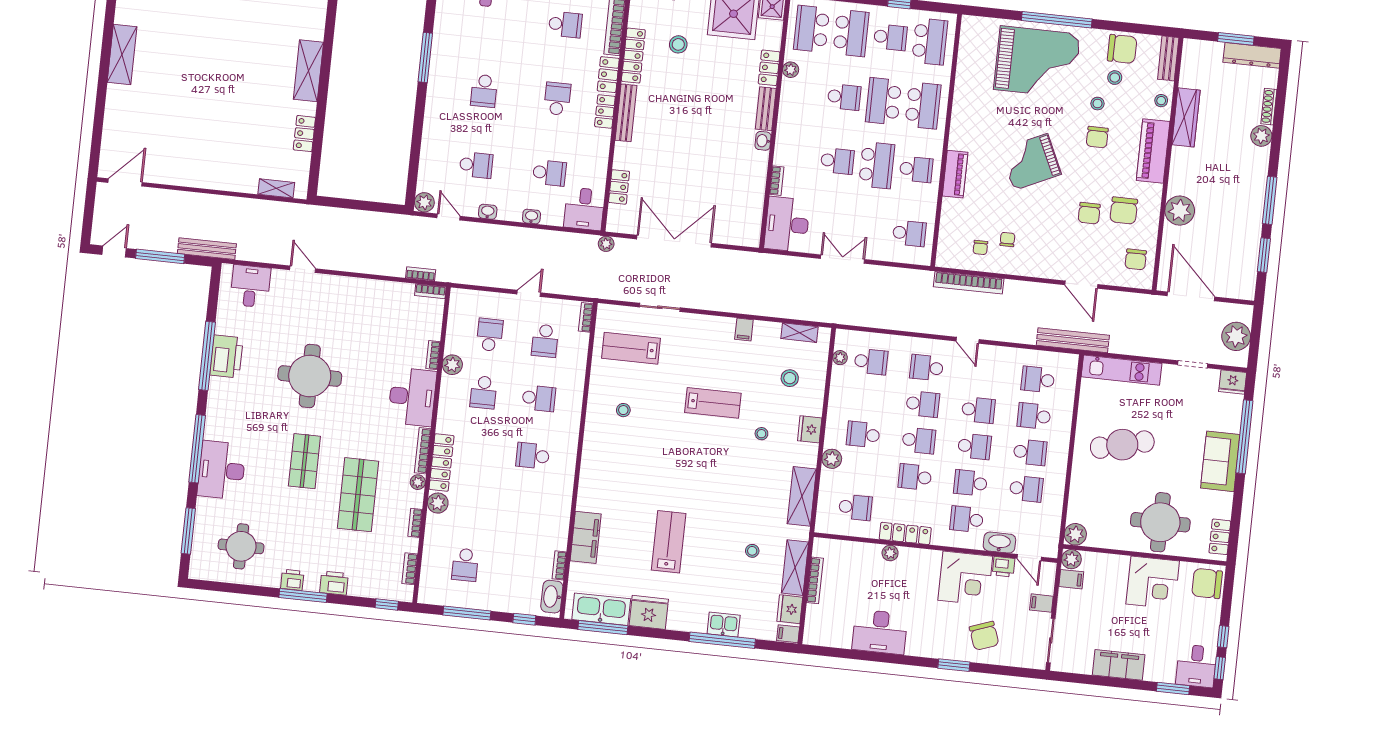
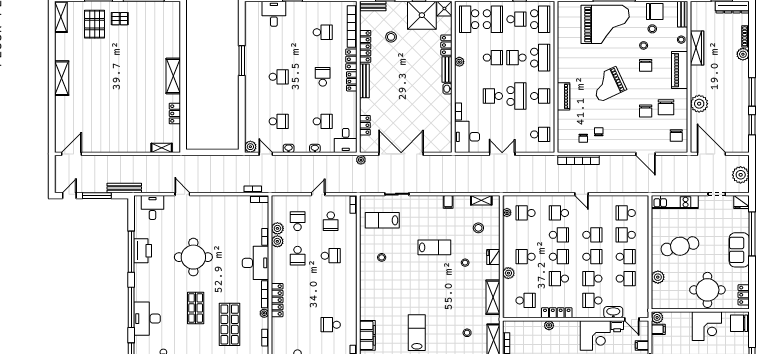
plant: (791, 70) -> (459, 62), moved
school desk: (484, 91) -> (279, 77), turned -90
school desk: (884, 101) -> (516, 58), width x0.54
school desk: (837, 161) -> (493, 96), turned 180
bench: (1073, 340) -> (644, 187), removed
school desk: (871, 362) -> (526, 213), turned 180
school desk: (533, 456) -> (331, 325), moved
plant: (438, 503) -> (277, 228), moved
plant: (1075, 534) -> (658, 277), moved

